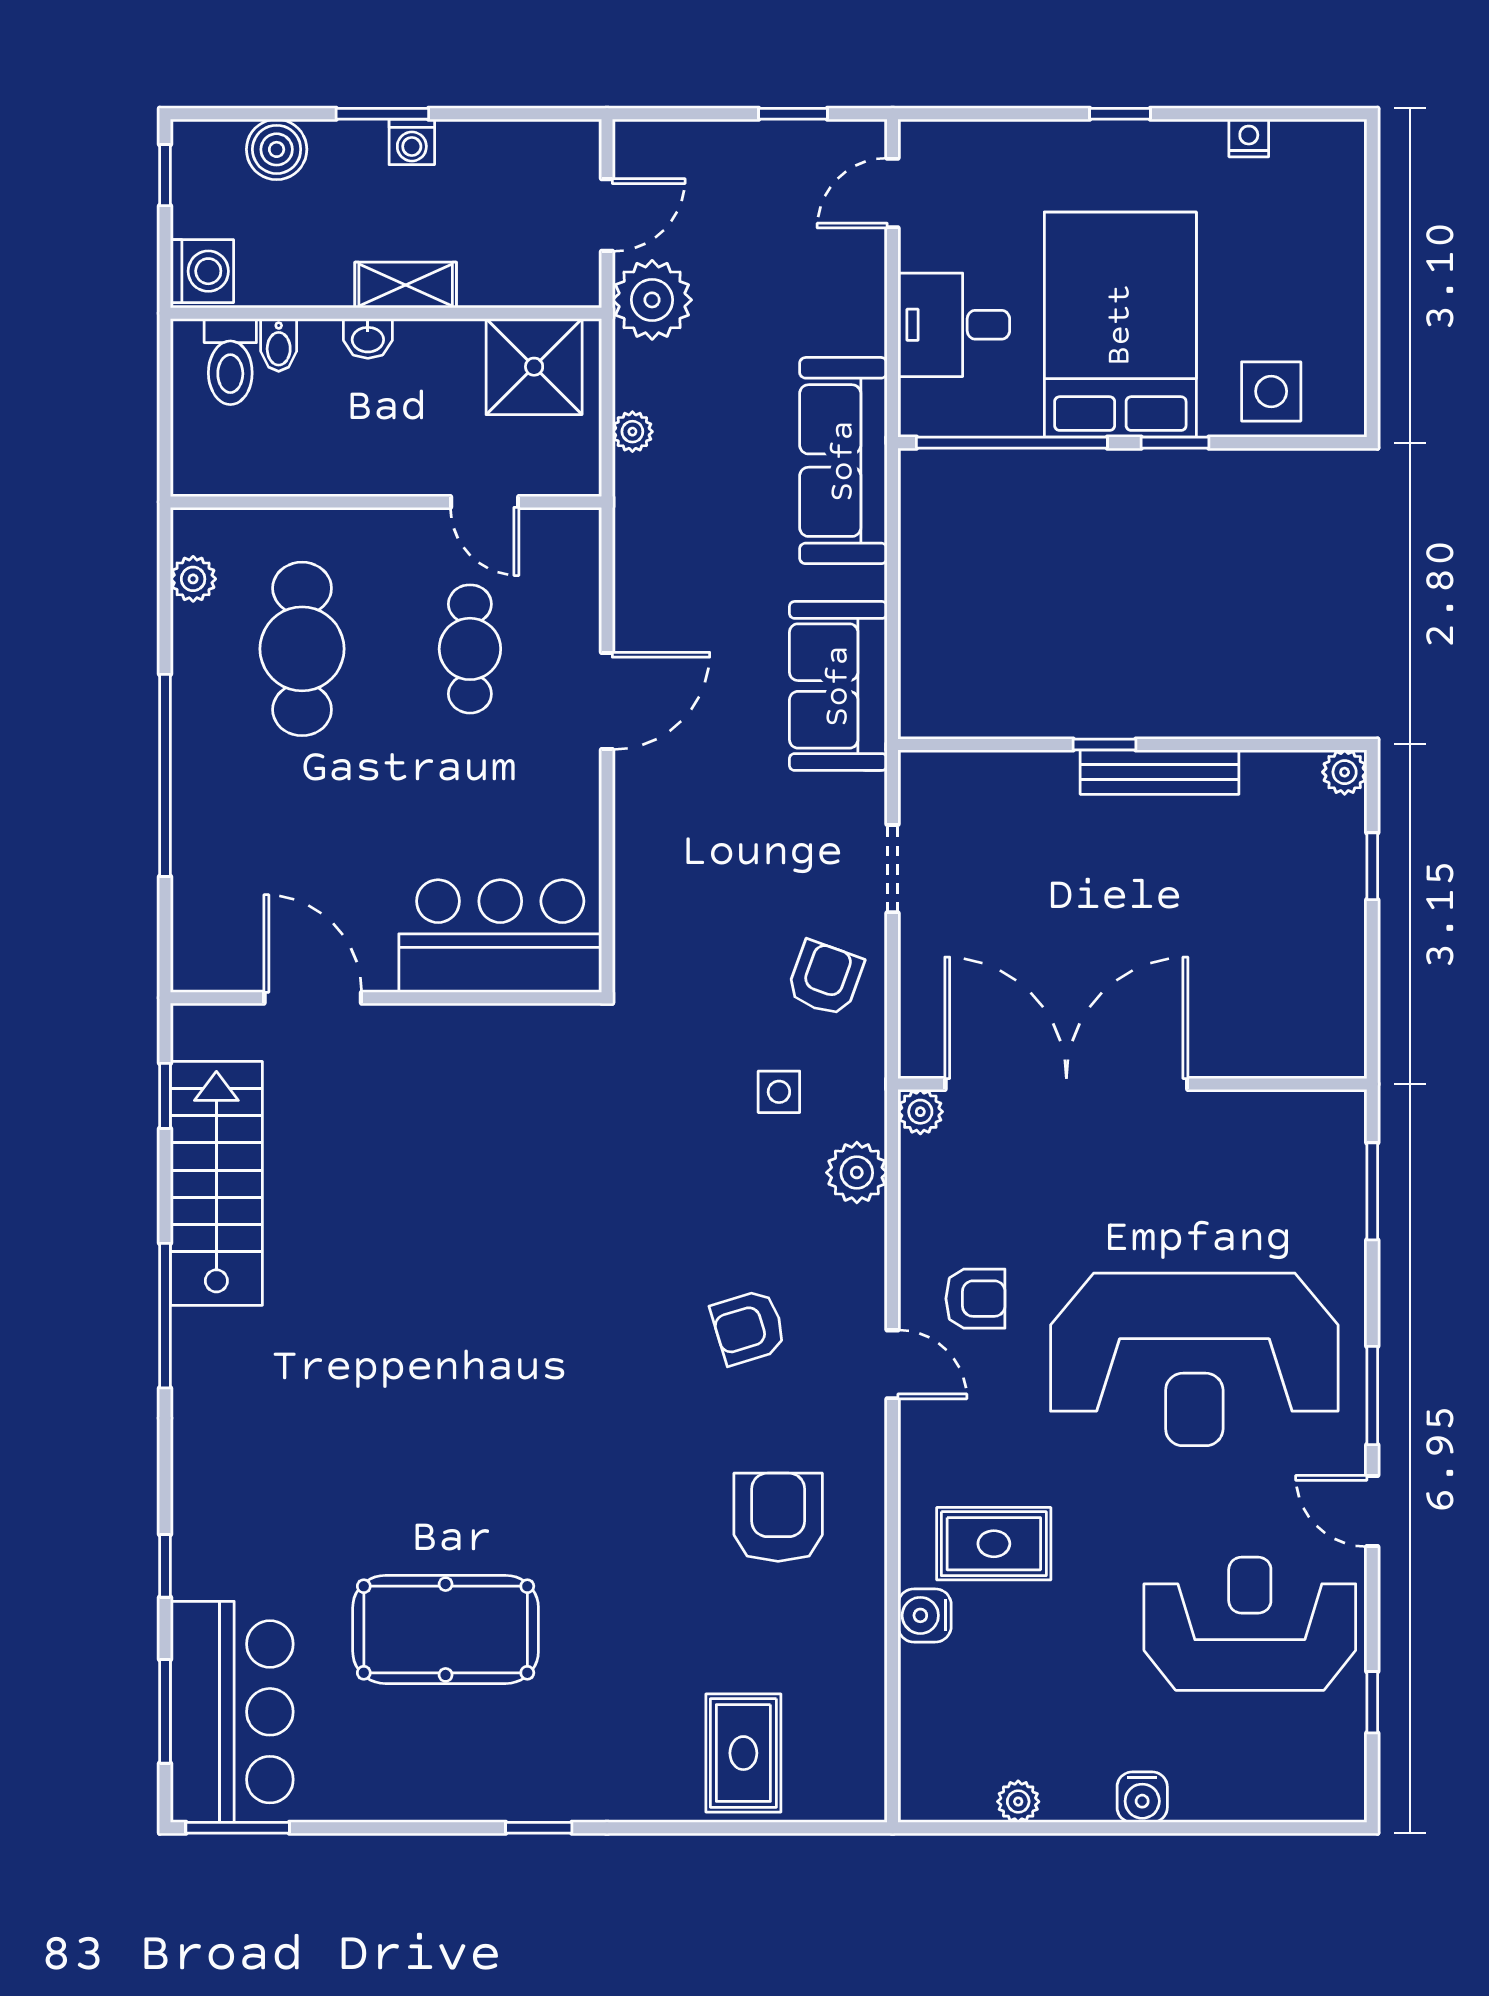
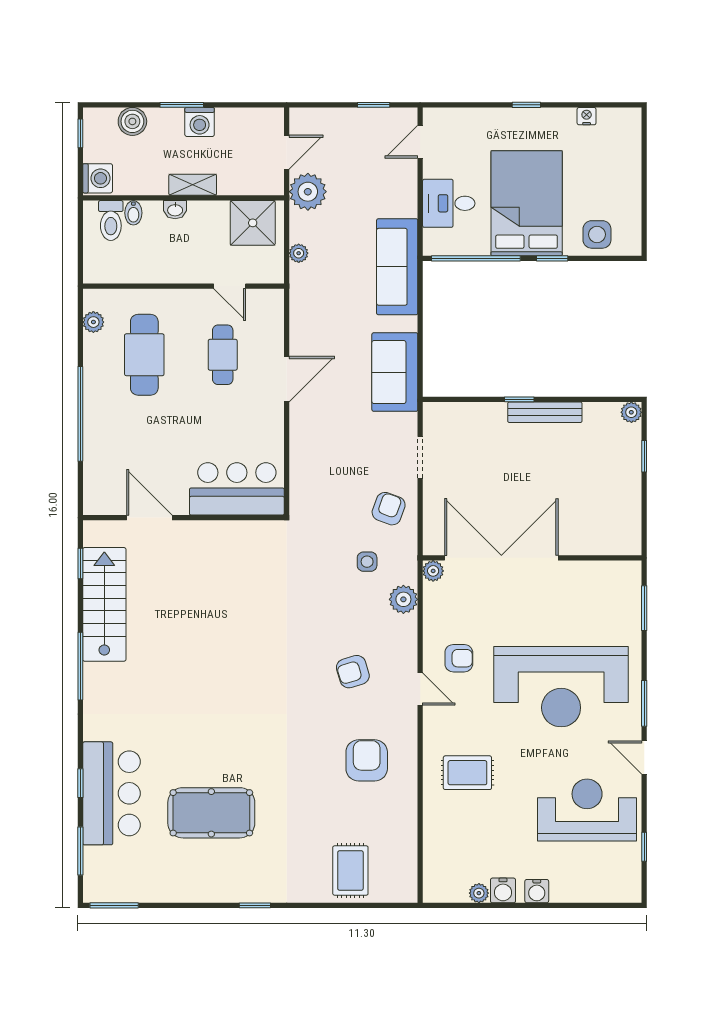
washing machine: (412, 142) -> (200, 122), width x1.38, depth x1.38
water cooler: (925, 1615) -> (503, 890), moved, turned -90
bar counter: (232, 1712) -> (111, 793), moved

